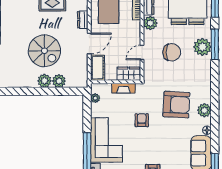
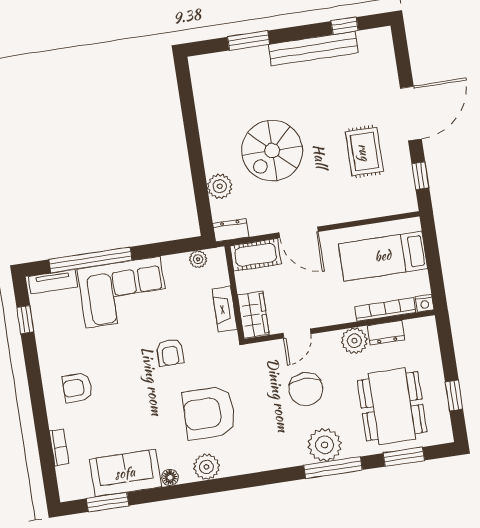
dresser: (83, 20) -> (231, 230), moved
door: (142, 52) -> (297, 333), swing flipped
plant: (44, 81) -> (216, 159), removed
armchair: (176, 105) -> (209, 413), turned 87
armchair: (142, 120) -> (170, 352), turned 90

